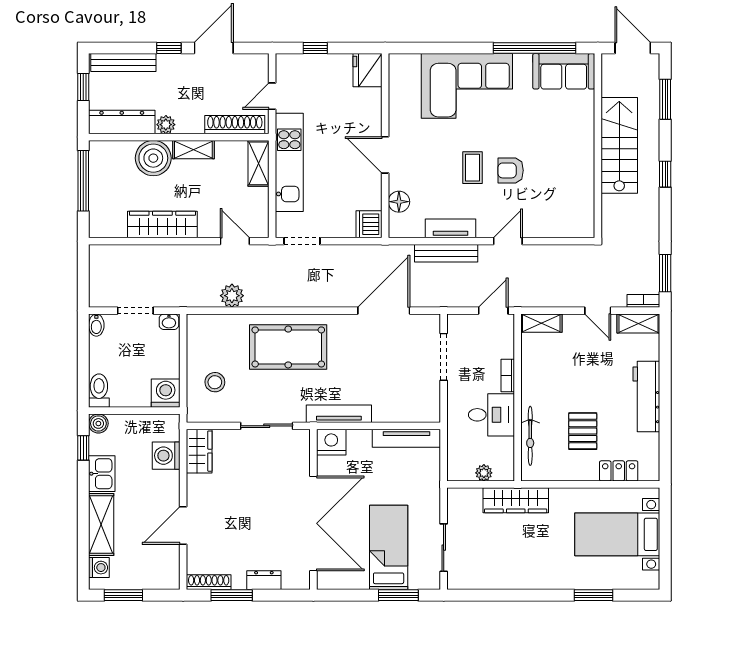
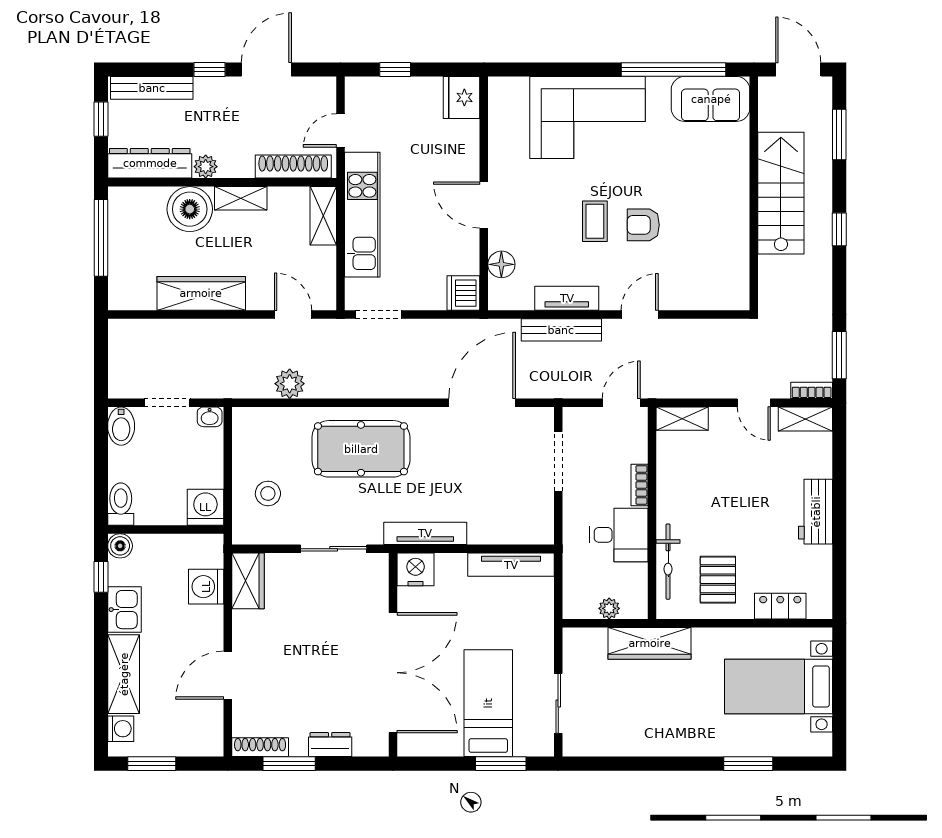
bidet: (96, 325) -> (121, 426), width x1.38, depth x1.36
workbench: (646, 397) -> (816, 512), width x0.73
pallet: (583, 431) -> (718, 580), moved

